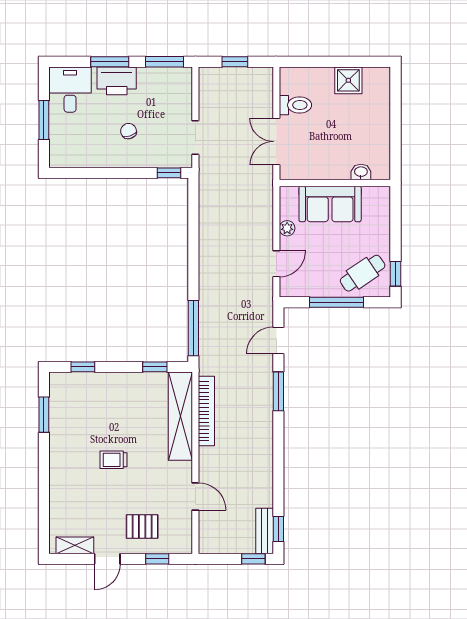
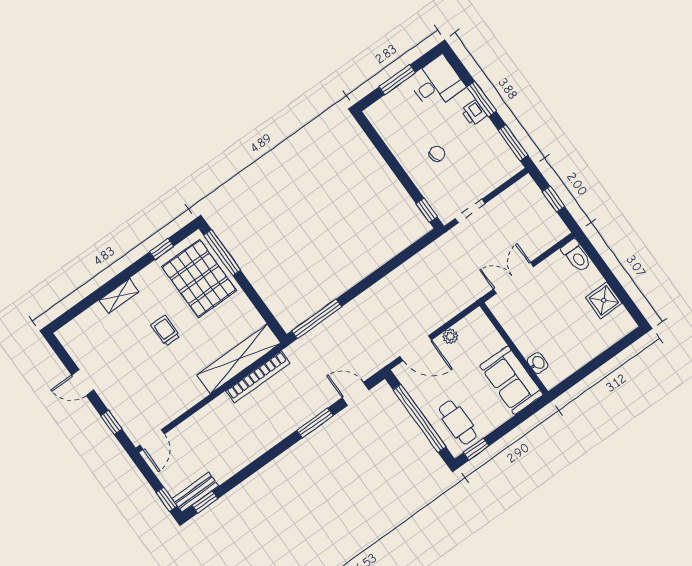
printer: (117, 81) -> (474, 113), width x0.53, depth x0.68
toilet: (295, 105) -> (576, 256), moved
sofa: (330, 204) -> (511, 380), moved
door: (276, 264) -> (416, 348), width x1.38
cafe table: (363, 273) -> (458, 422), turned 34
window: (336, 302) -> (419, 418), width x1.46
window: (83, 367) -> (222, 253), width x2.17
window: (155, 367) -> (263, 310), removed
window: (44, 415) -> (162, 249), width x0.67
door: (195, 497) -> (152, 439), moved
pallet: (142, 527) -> (199, 279), moved, width x2.05, depth x2.00
shelving: (75, 545) -> (119, 296), moved, turned 90

